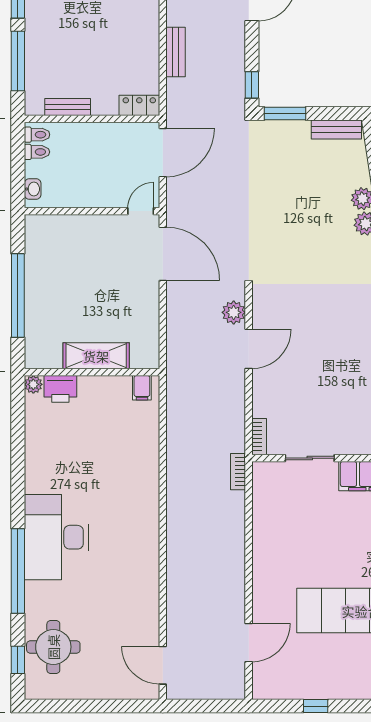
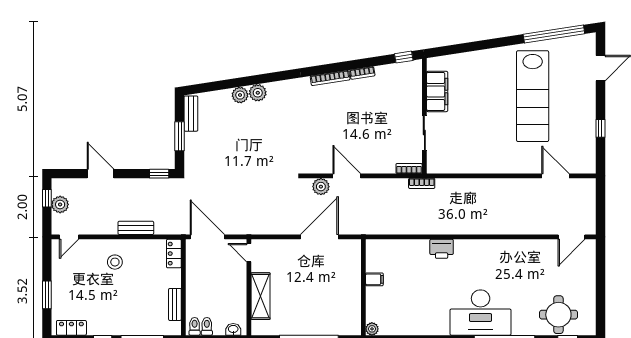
stool: (127, 22) -> (115, 262), added
window: (285, 114) -> (180, 136), moved
door: (163, 254) -> (319, 237), moved
shelving: (96, 356) -> (261, 296), moved
filing cabinet: (142, 388) -> (374, 279), moved
printer: (60, 389) -> (442, 249), moved, turned 90
bookcase: (238, 472) -> (422, 183), moved

